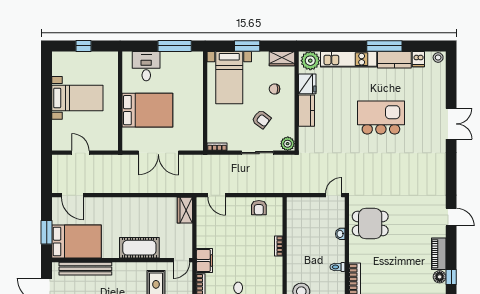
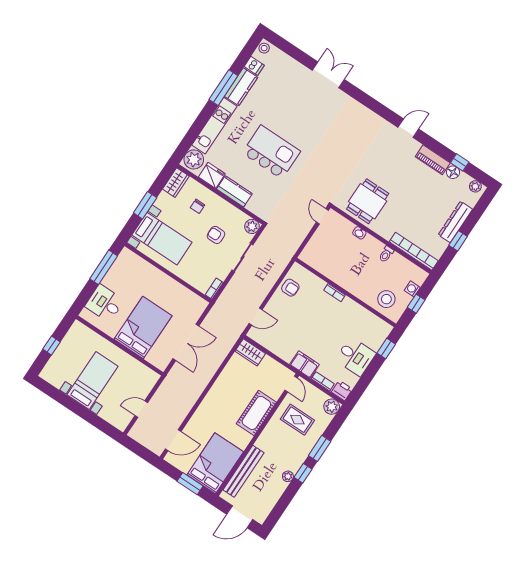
kitchen island: (381, 118) -> (271, 152), moved, turned 90
armchair: (261, 119) -> (216, 235), turned -127

